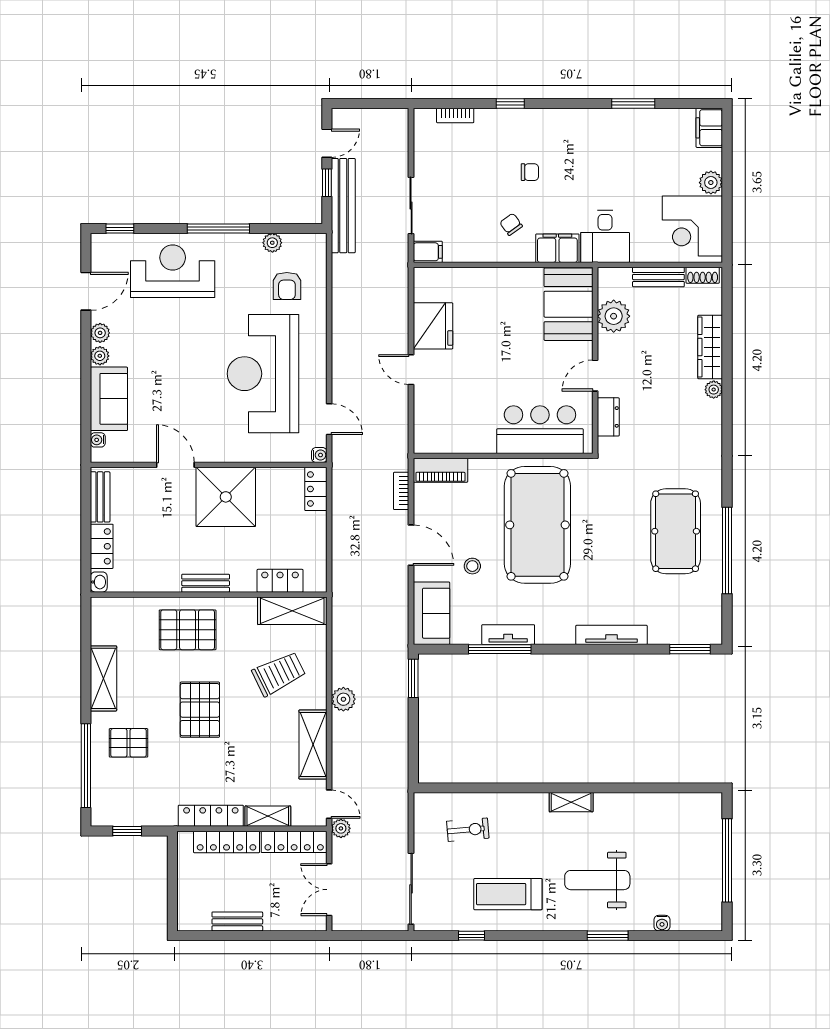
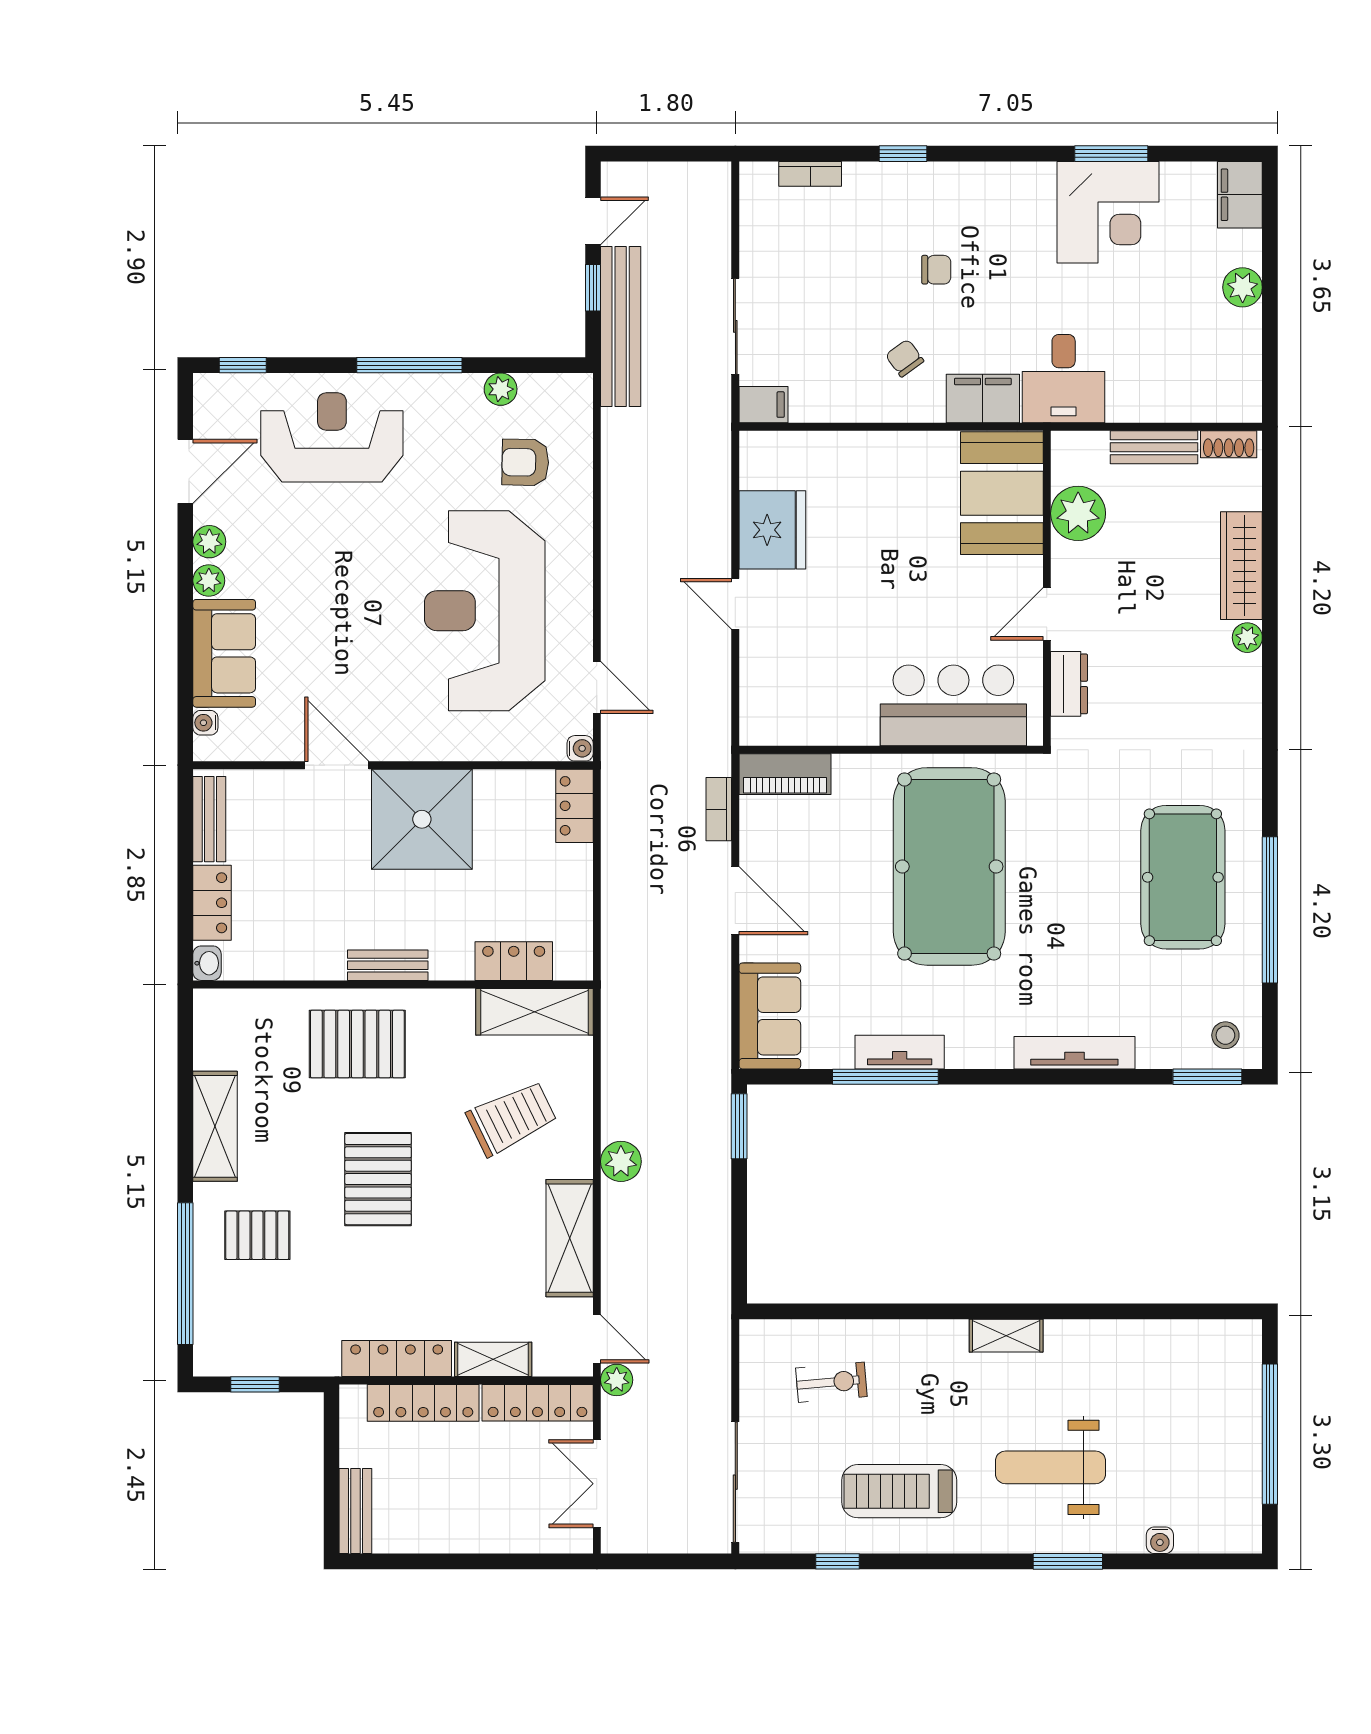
corner desk: (692, 226) -> (1108, 212), moved, turned -90
armchair: (287, 286) -> (525, 462), turned 91
stool: (472, 566) -> (1225, 1035), moved
bench: (237, 921) -> (355, 1511), moved, turned 90

